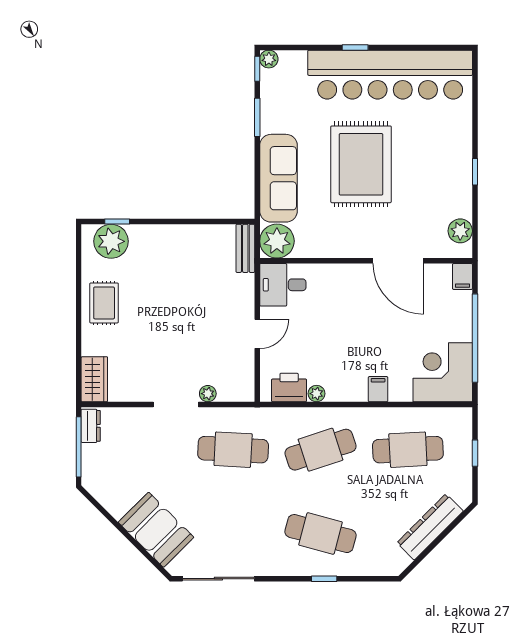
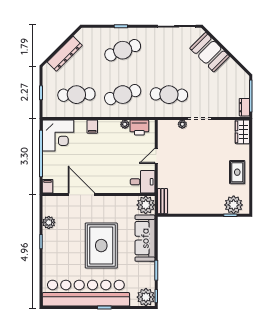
plant: (269, 59) -> (146, 297), width x1.87, depth x1.87
plant: (460, 231) -> (49, 222), moved
cafe table: (320, 534) -> (123, 50), turned -36

